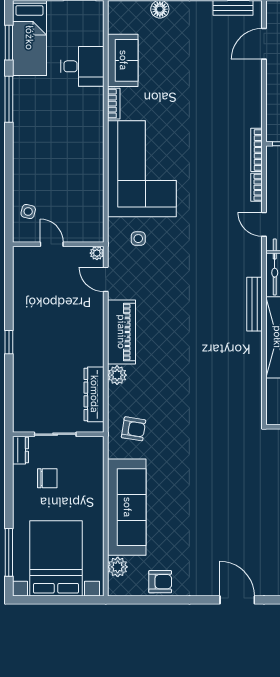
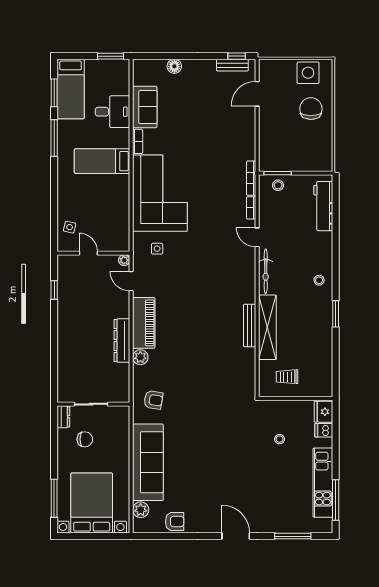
bed: (69, 128) -> (102, 161), added
bench: (255, 304) -> (250, 326), moved
window: (9, 342) -> (54, 290), moved
dresser: (94, 394) -> (122, 341), moved

